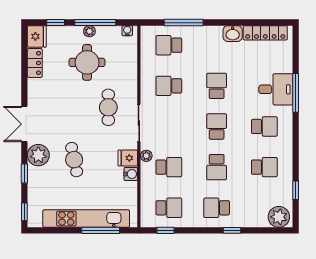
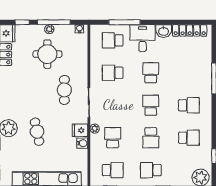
desk: (276, 89) -> (143, 38), moved, turned -90
school desk: (169, 167) -> (113, 138), turned -90

